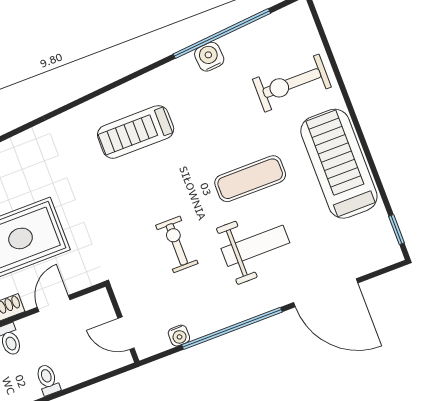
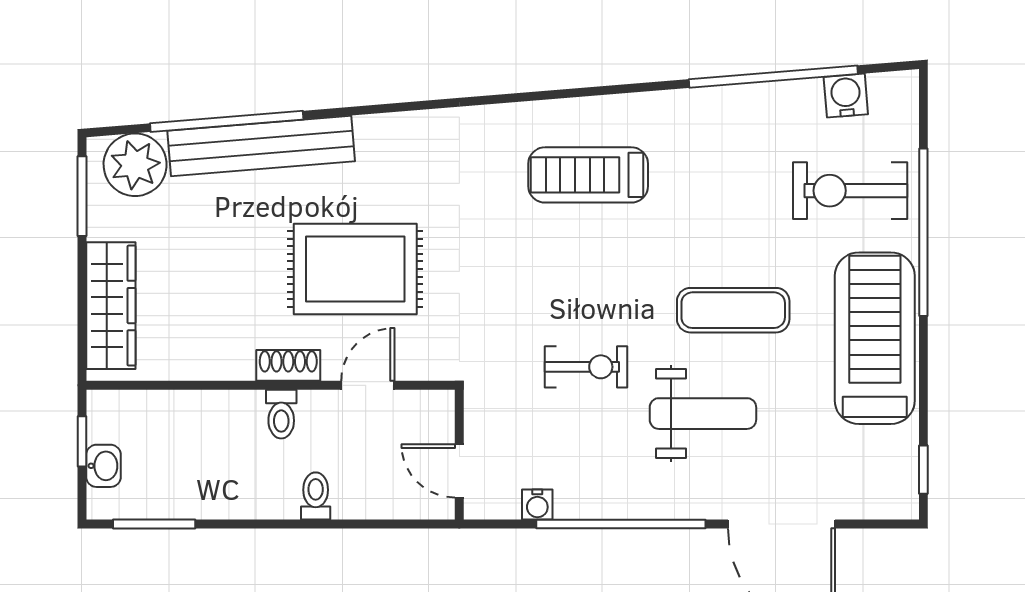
water cooler: (209, 57) -> (846, 96), moved
window: (344, 91) -> (923, 232), added
exercise bike: (177, 244) -> (586, 367), turned 90

